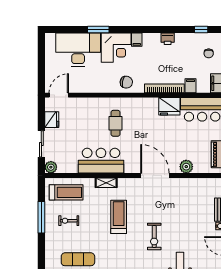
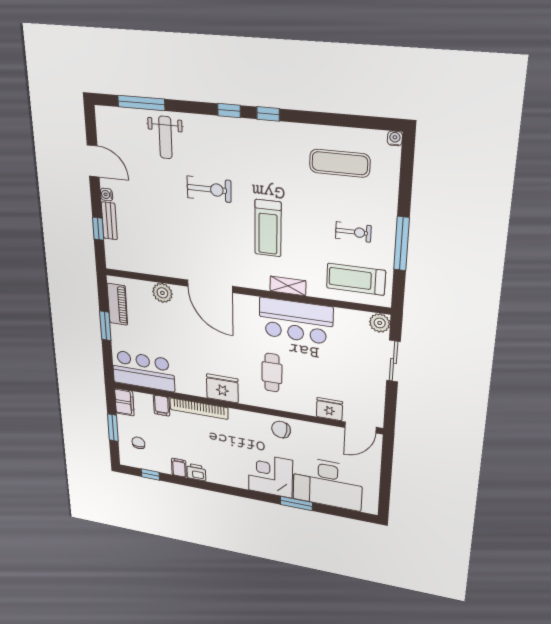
filing cabinet: (137, 40) -> (179, 468), moved
chair: (126, 82) -> (281, 430), moved
fridge: (169, 106) -> (222, 388), moved
fridge: (52, 120) -> (329, 409), moved, turned 90
exercise bike: (154, 236) -> (209, 189), turned 90

